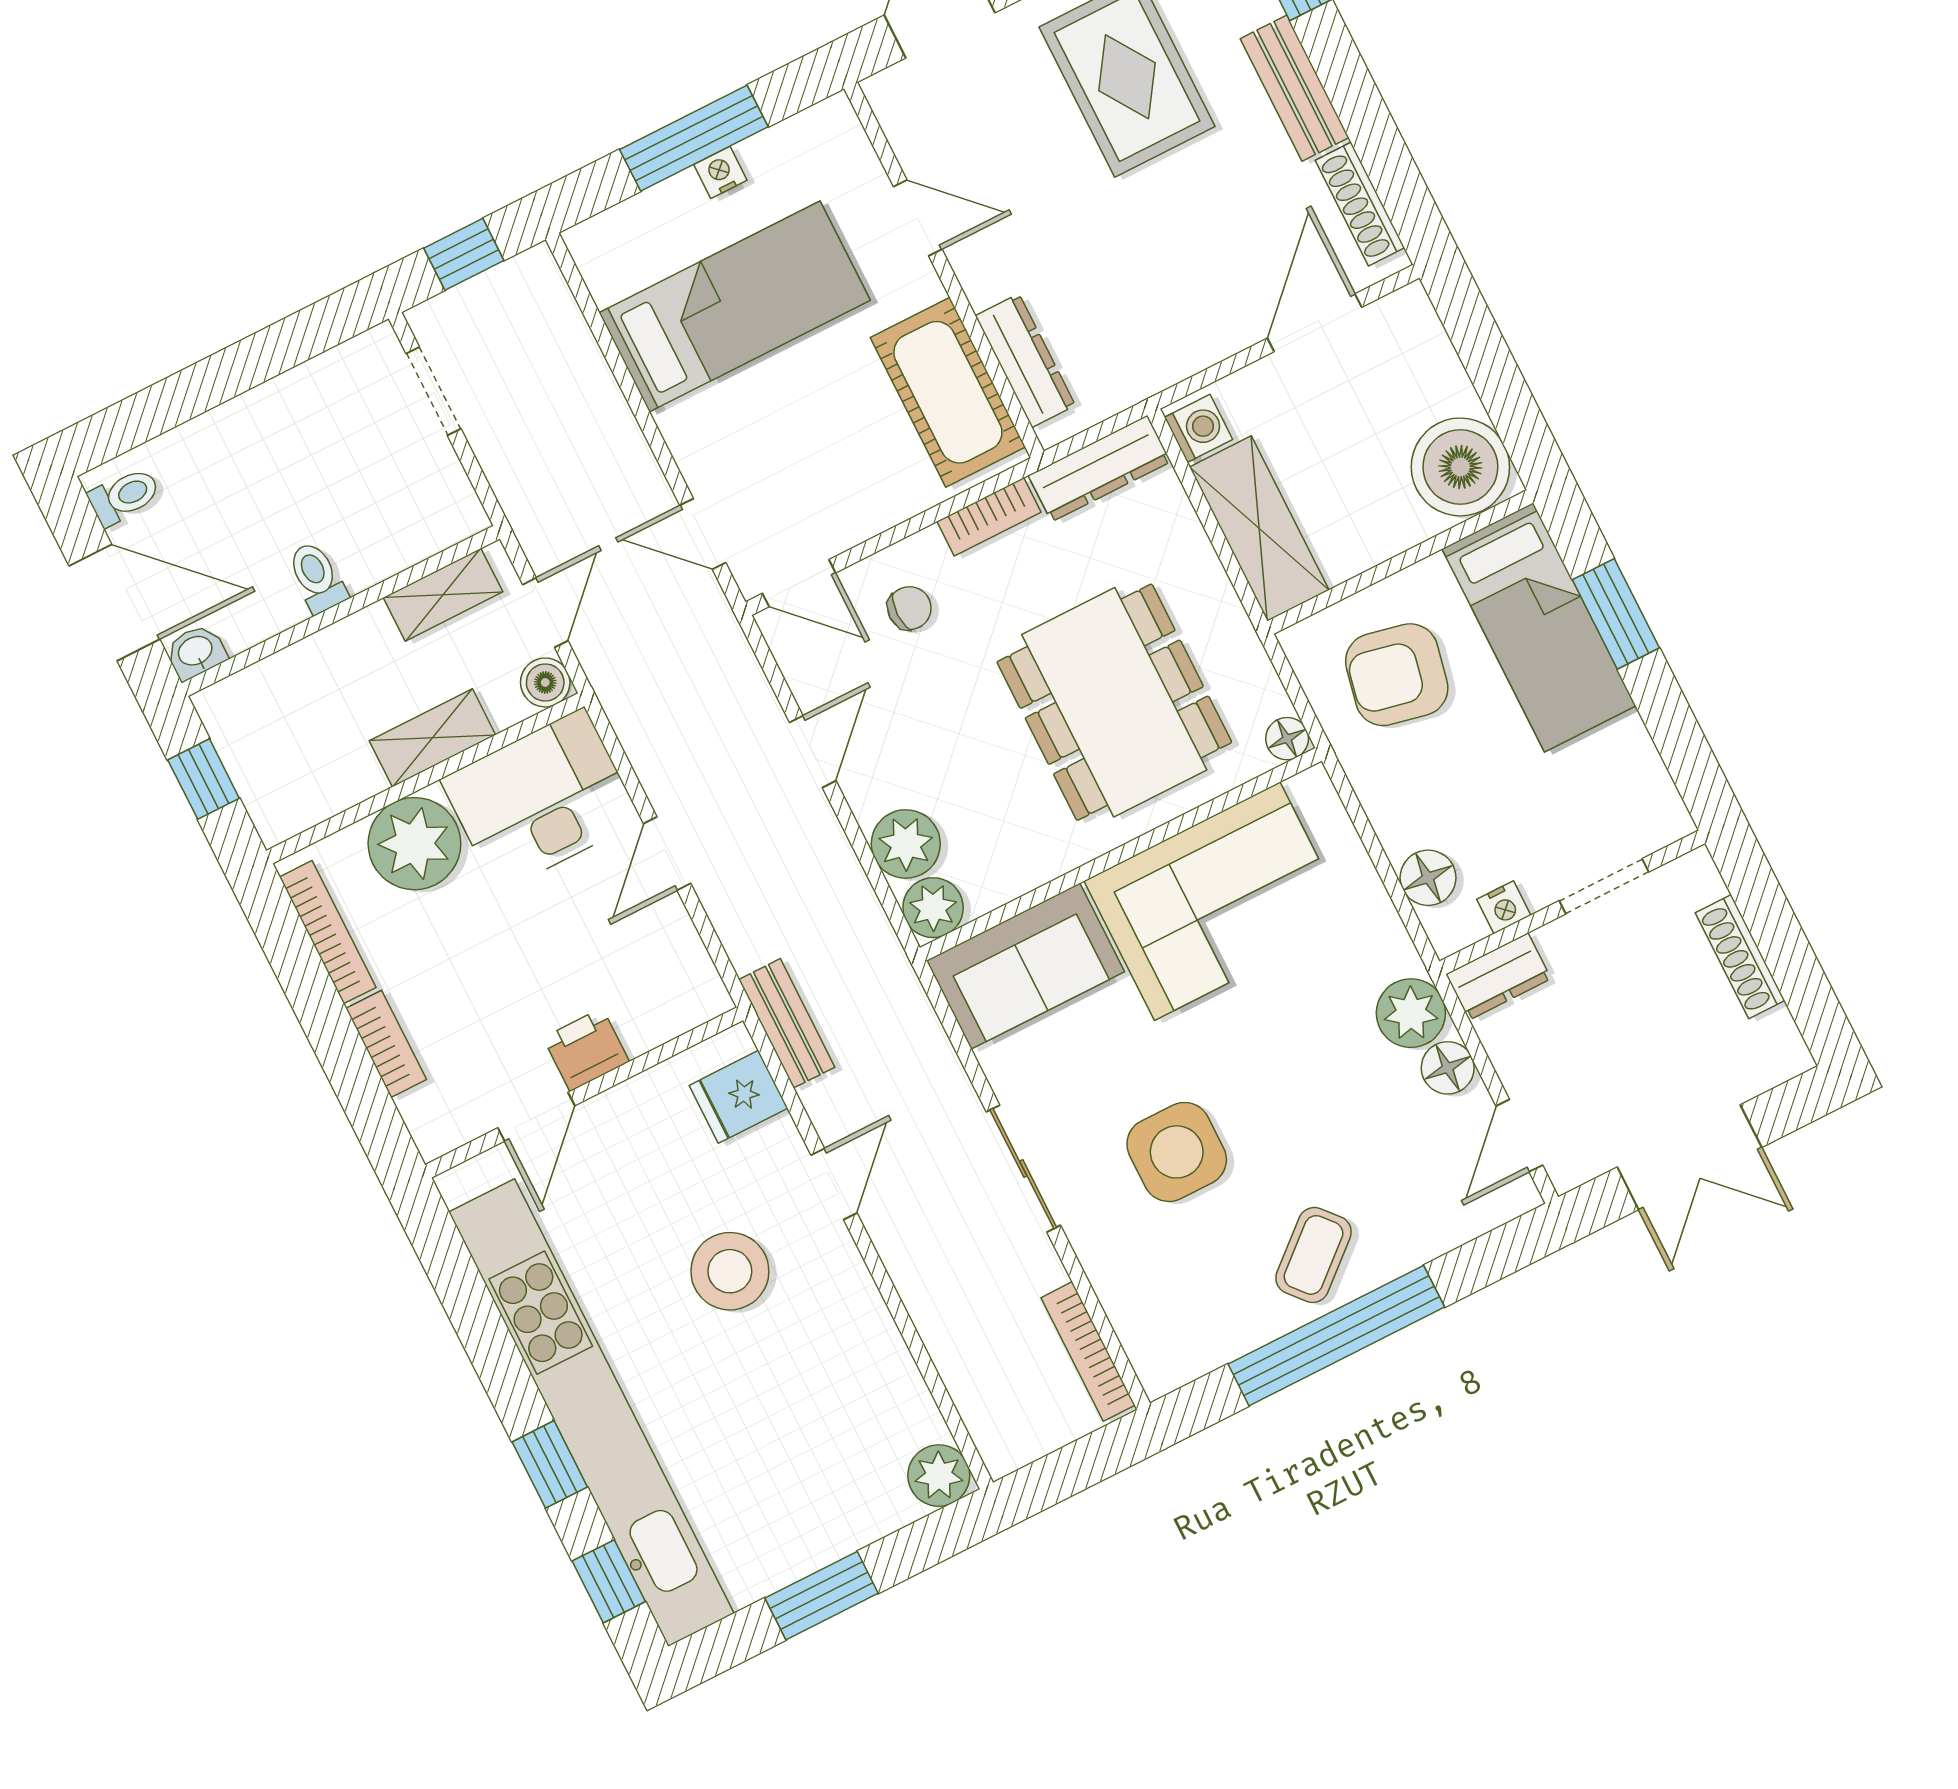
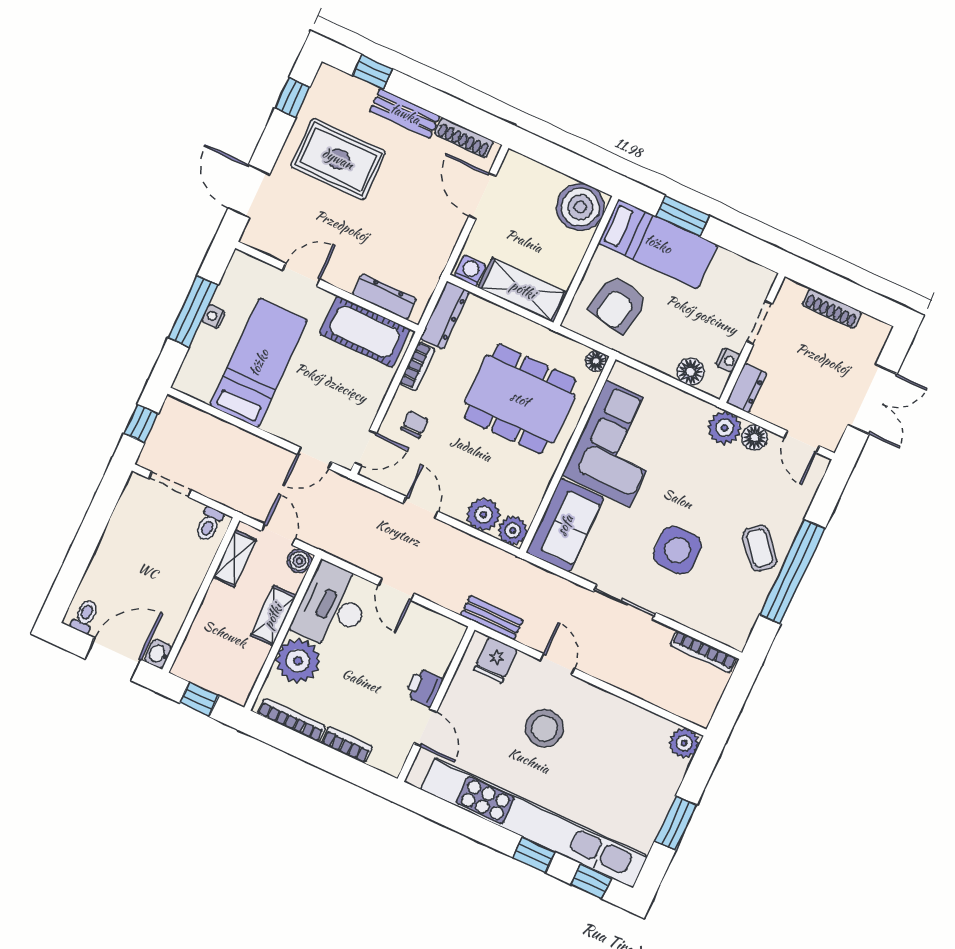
toilet: (317, 577) -> (209, 524), moved, turned -90

